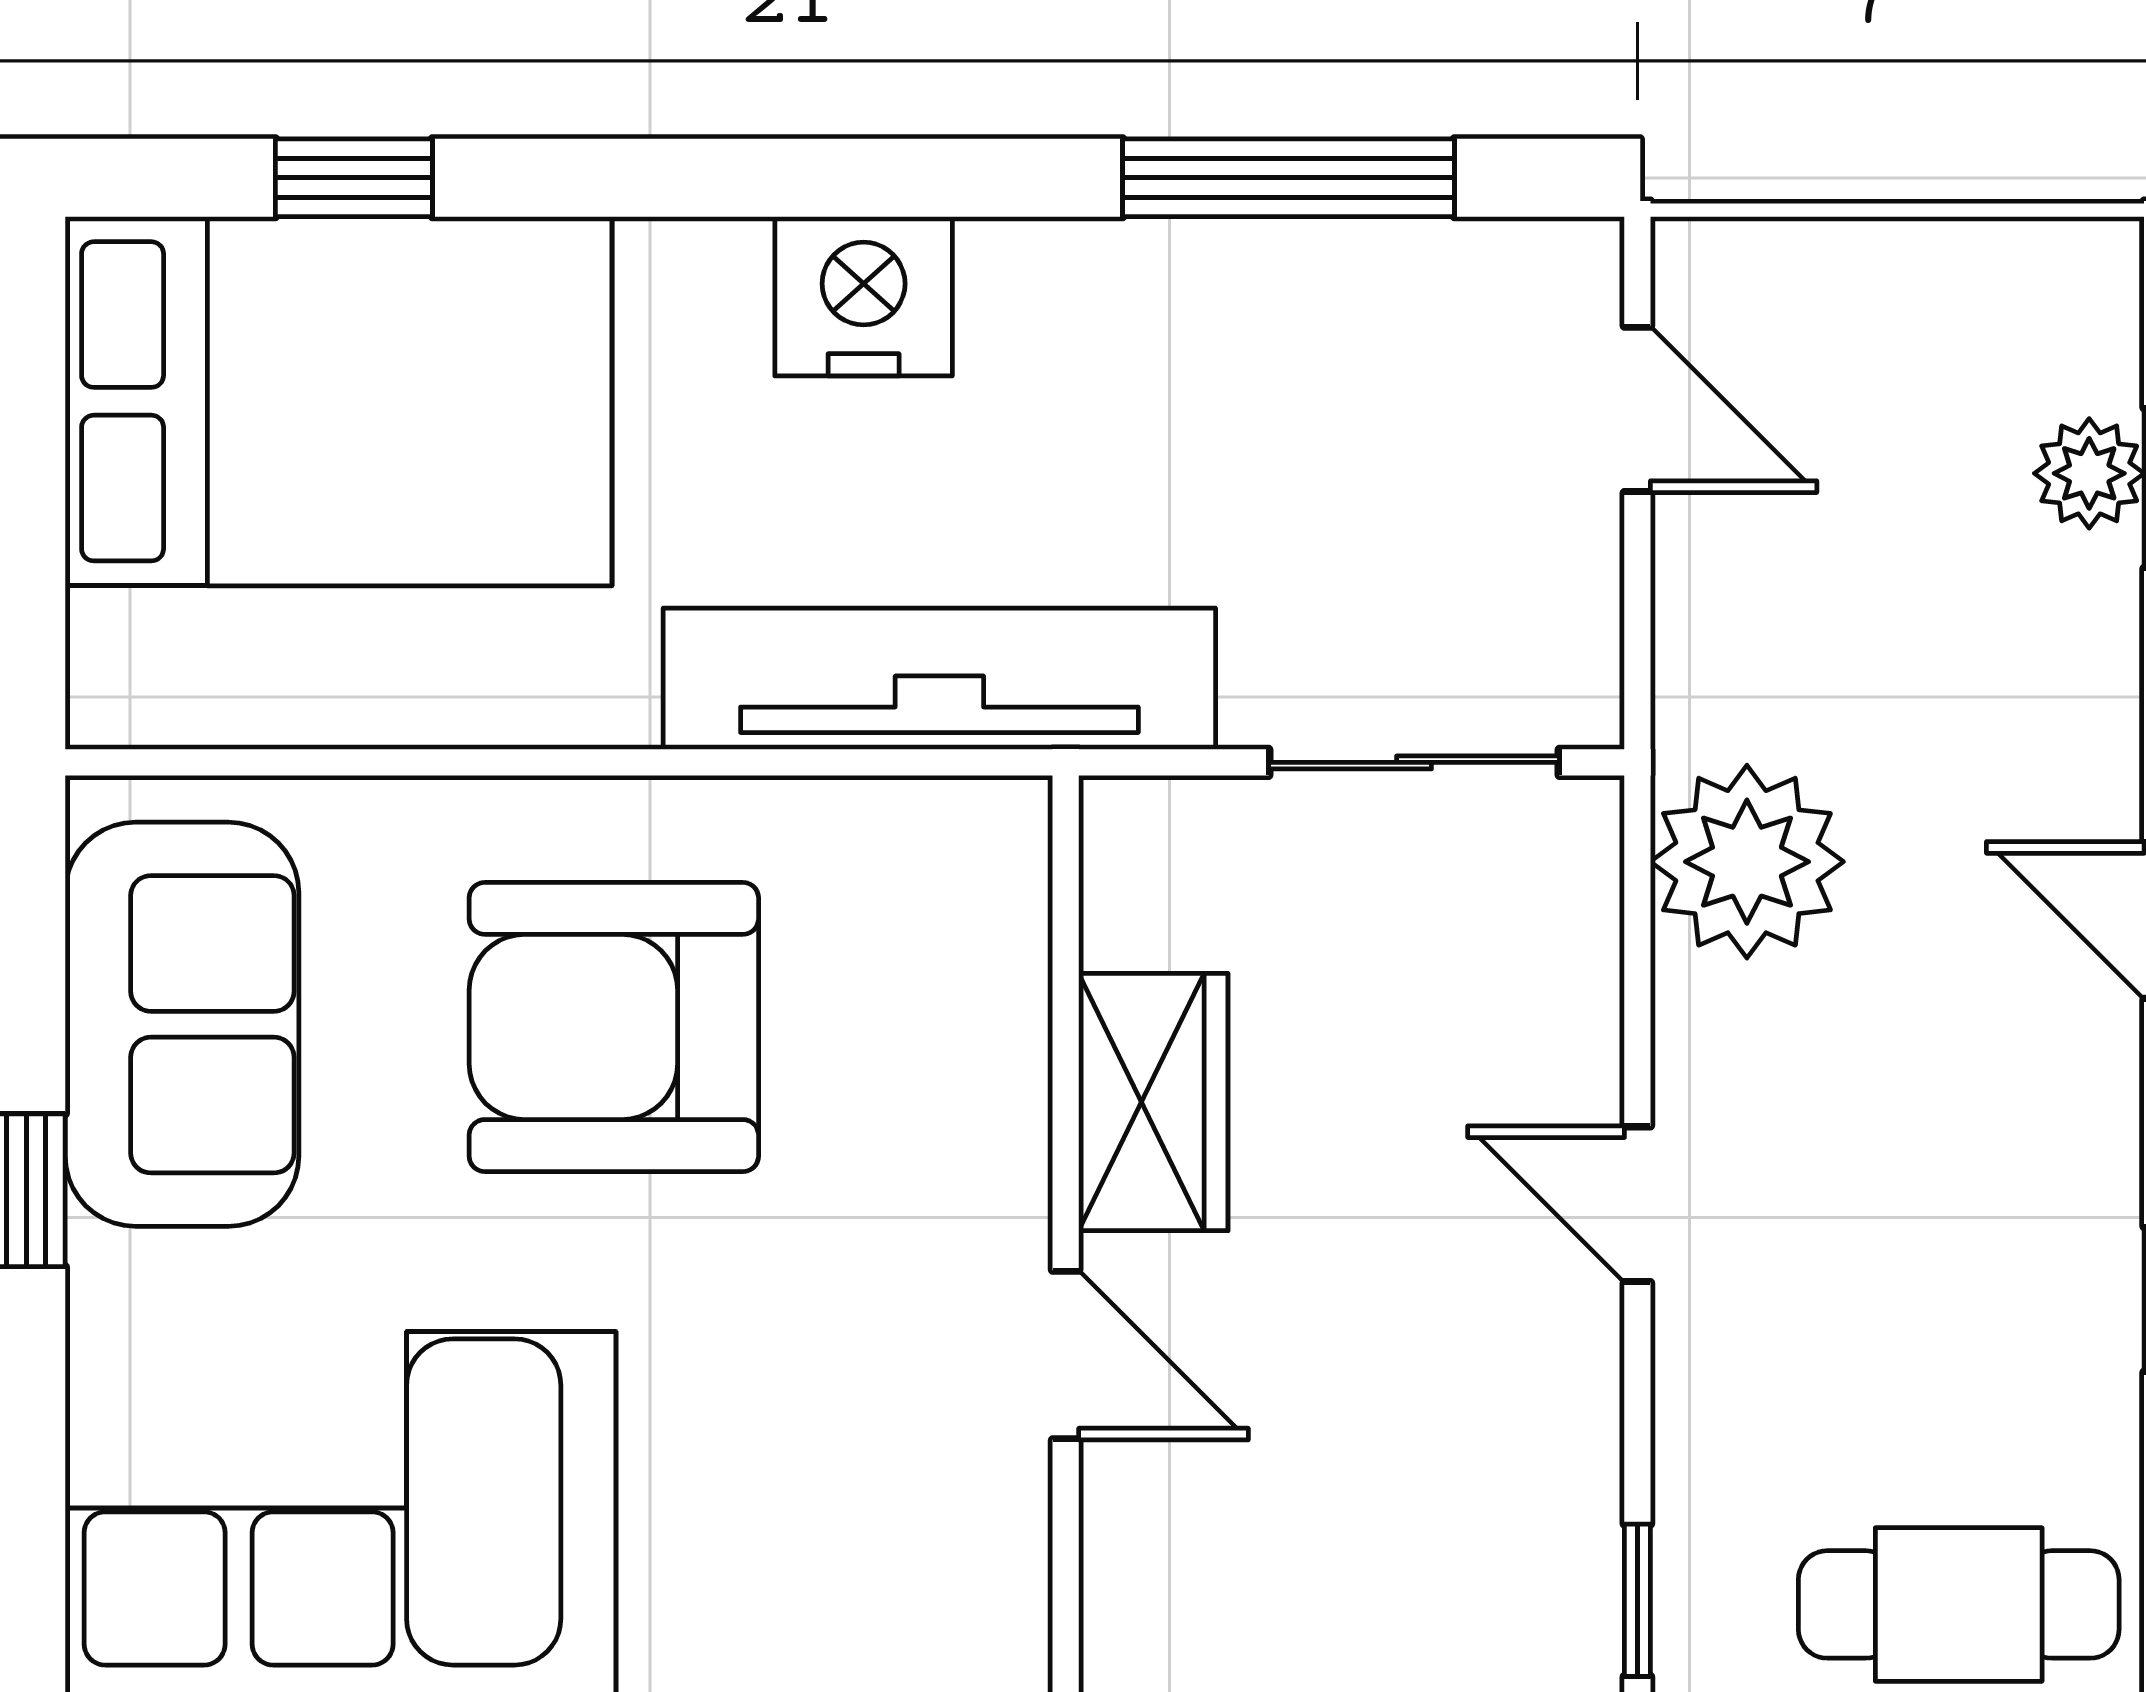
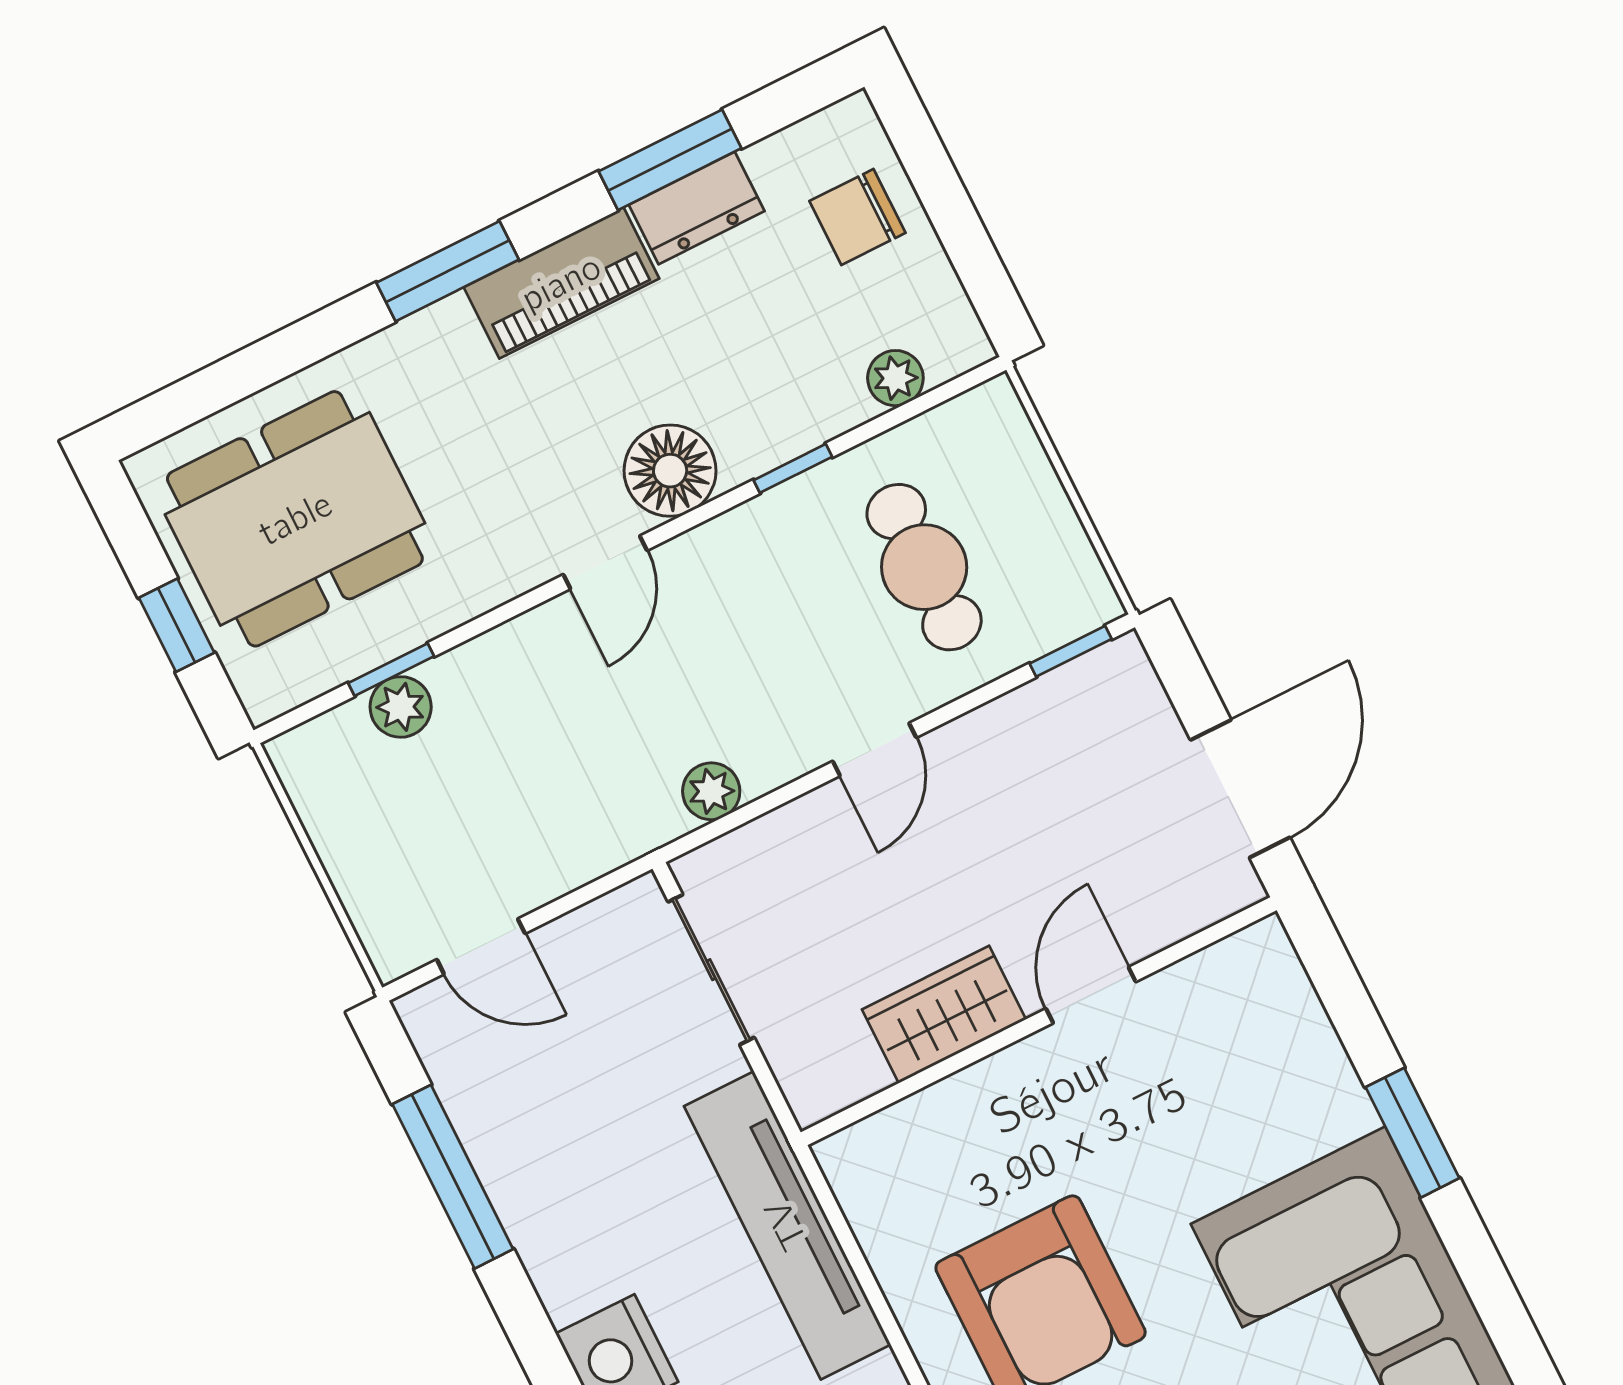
door: (1637, 409) -> (481, 947), swing flipped
plant: (1747, 862) -> (711, 791), width x0.53, depth x0.53
cafe table: (1959, 1604) -> (924, 567), moved

